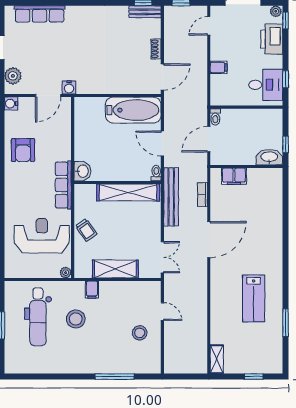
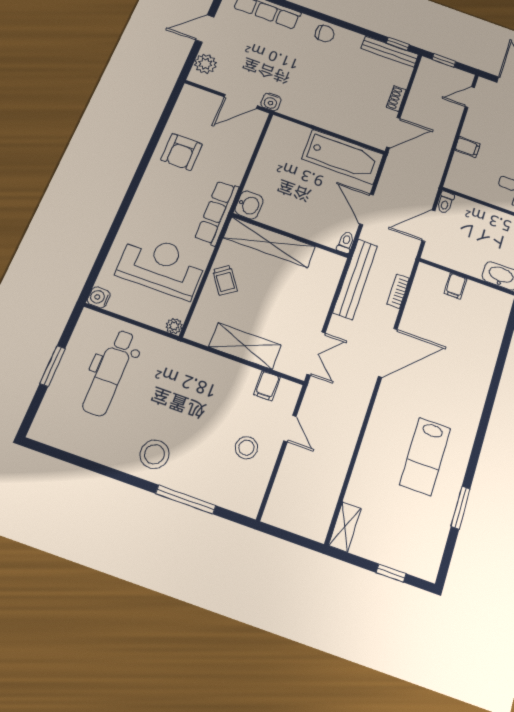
bench: (145, 12) -> (390, 52), width x1.36
chair: (87, 16) -> (325, 34), added
water cooler: (11, 104) -> (99, 297), moved
filing cabinet: (234, 176) -> (455, 286), width x0.50
shelving: (128, 192) -> (269, 242), moved
filing cabinet: (92, 290) -> (267, 386), moved
stool: (76, 319) -> (154, 454), moved

